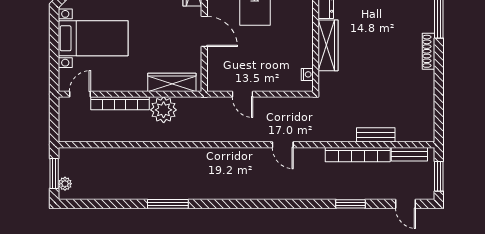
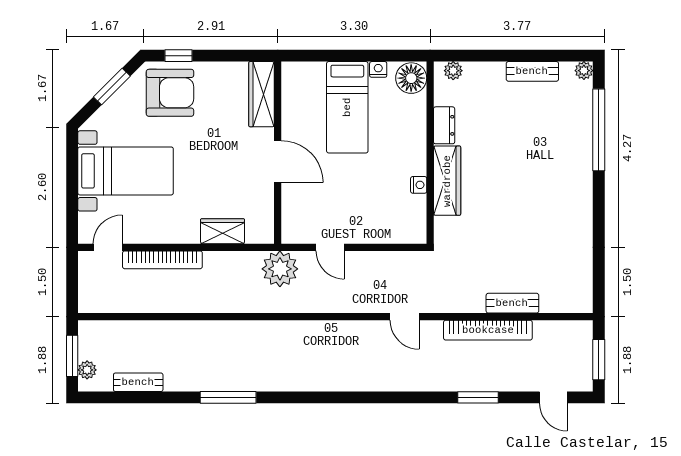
shoe rack: (428, 51) -> (585, 189), removed
nightstand: (307, 74) -> (419, 185), moved
wardrobe: (172, 82) -> (223, 231), width x0.67
plant: (164, 110) -> (280, 269), moved
door: (283, 145) -> (405, 317), moved
bench: (409, 154) -> (138, 382), moved

